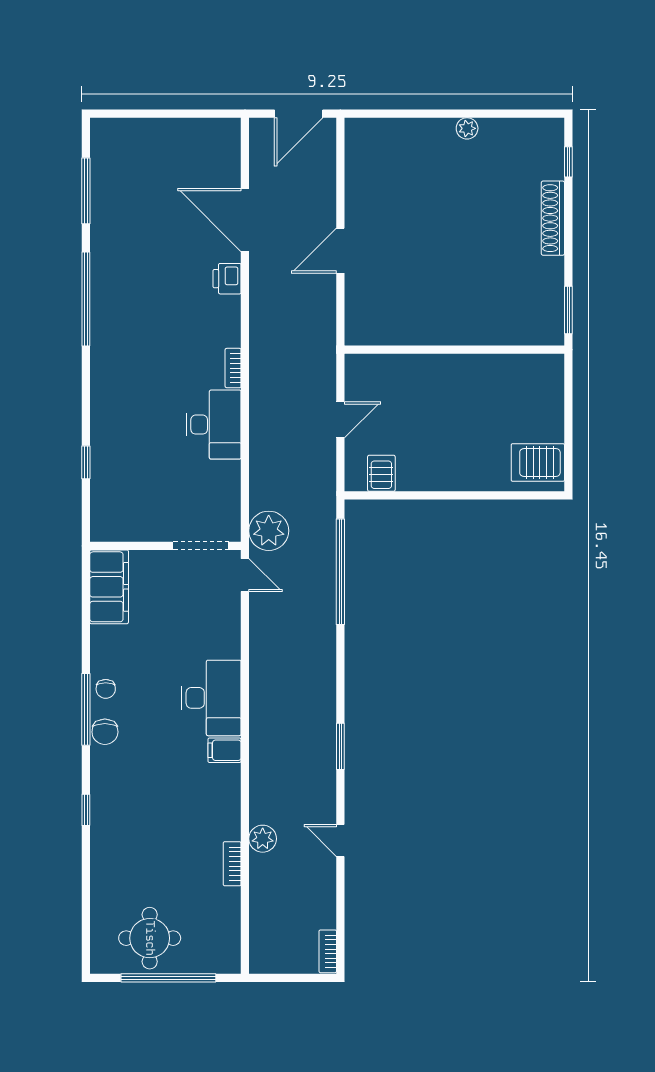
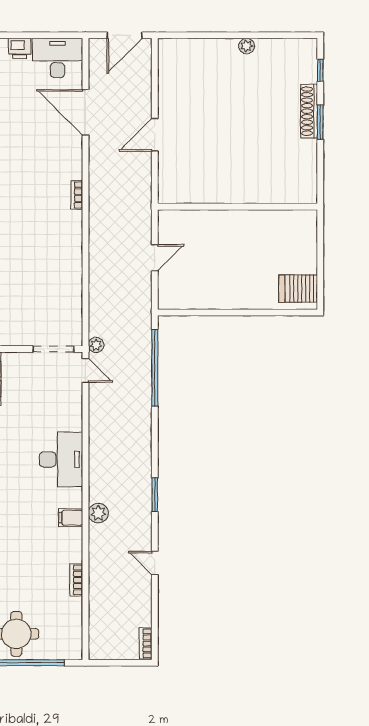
printer: (227, 279) -> (20, 48), moved, turned -90
window: (568, 310) -> (320, 122), moved
bookcase: (233, 368) -> (77, 195), moved
desk: (214, 425) -> (57, 58), moved, turned -90
server rack: (381, 473) -> (185, 296), removed
plant: (269, 531) -> (96, 345), width x0.53, depth x0.53
filing cabinet: (225, 750) -> (71, 518), moved
plant: (263, 839) -> (98, 513), moved

